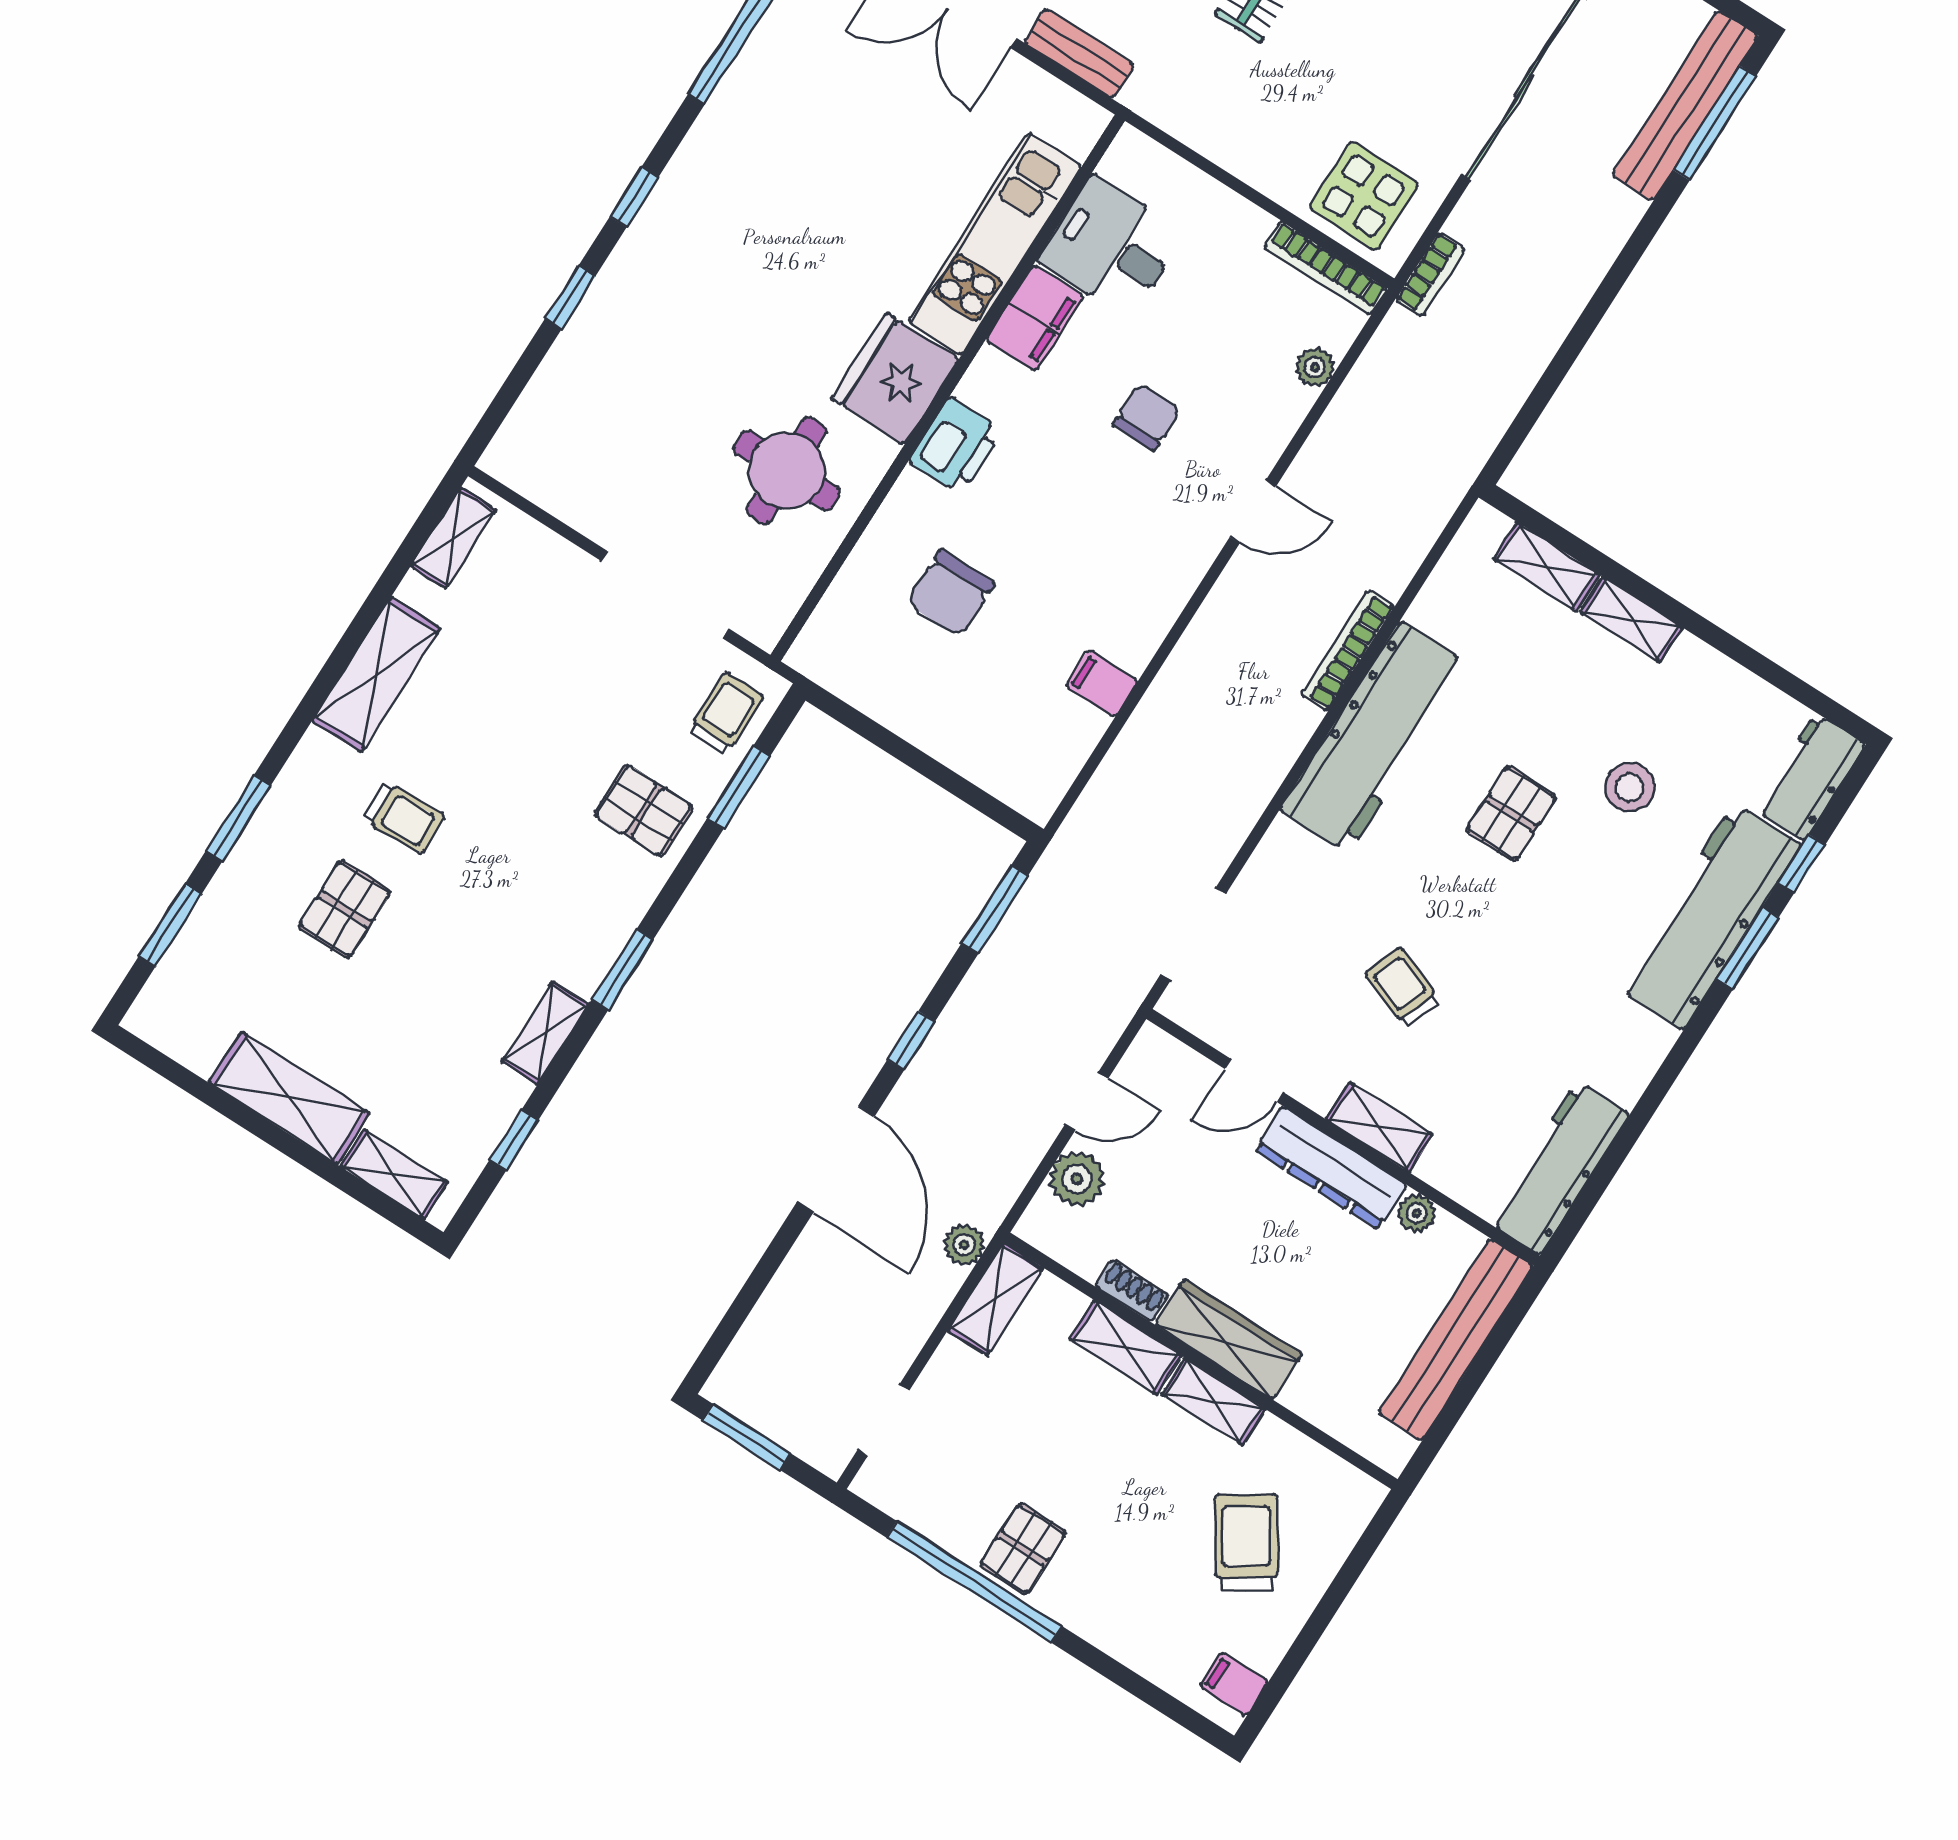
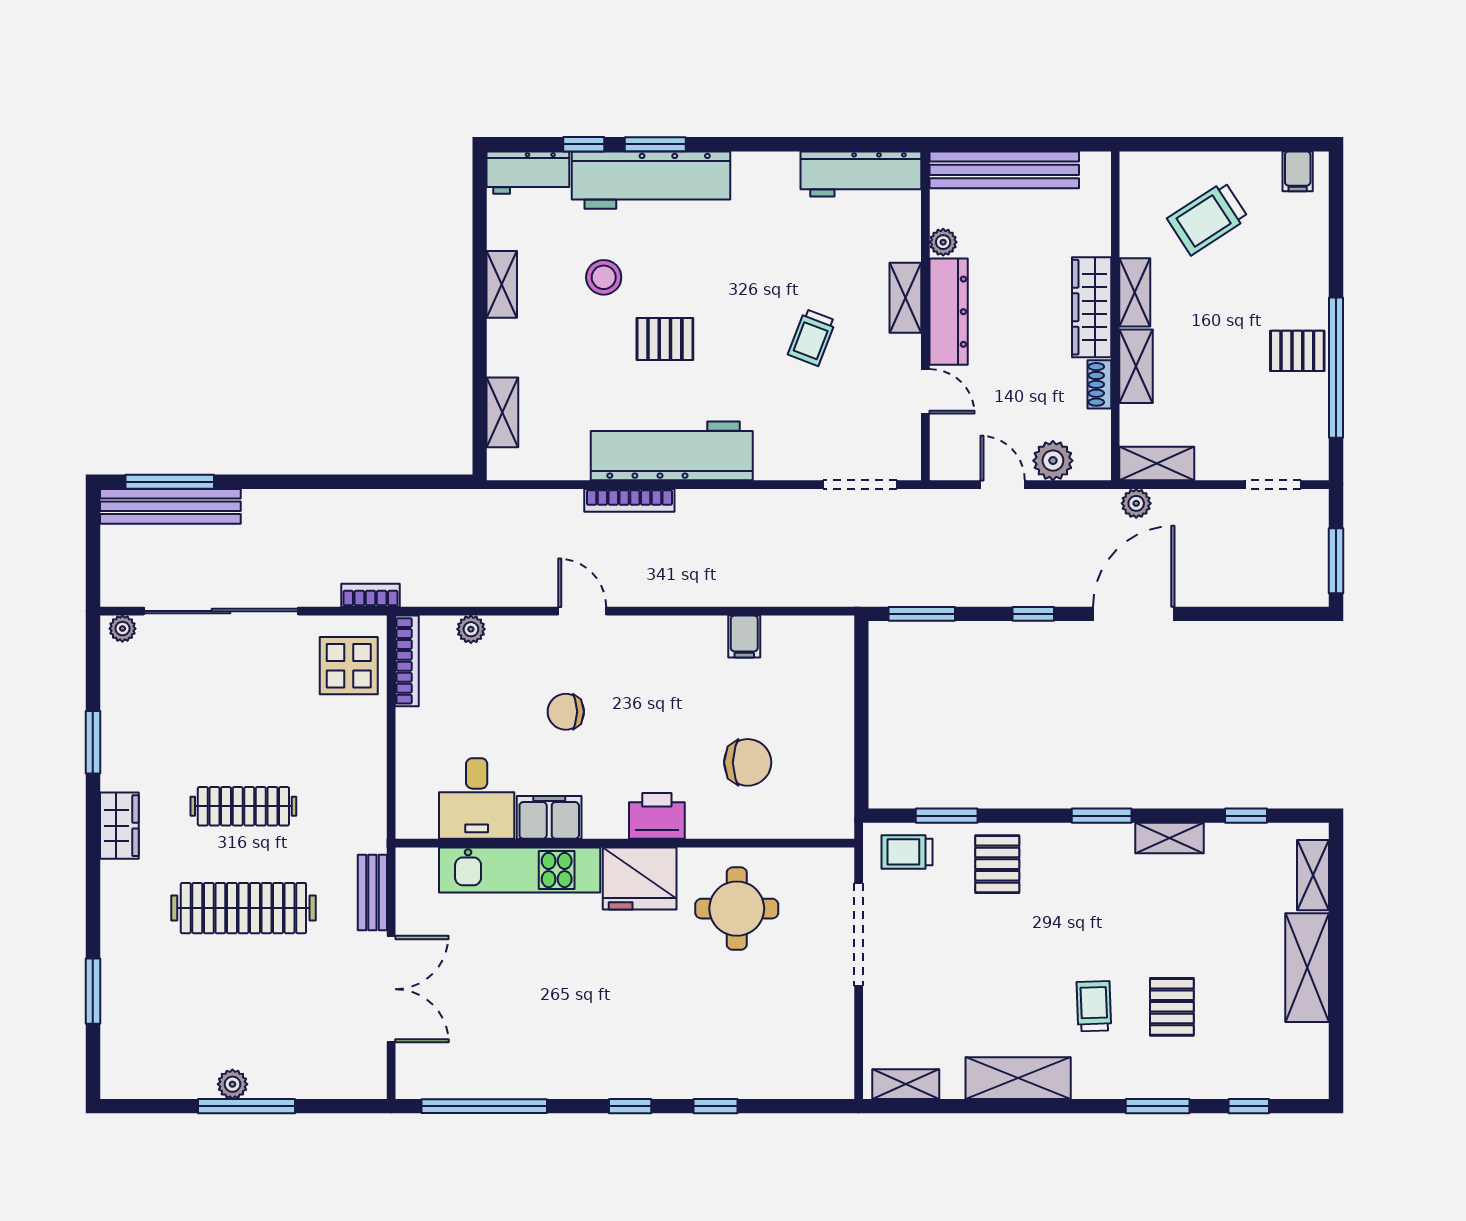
shelving: (1631, 620) -> (502, 284), moved
pallet: (345, 909) -> (1172, 1007), turned 90
window: (170, 925) -> (1249, 1106), width x0.67

